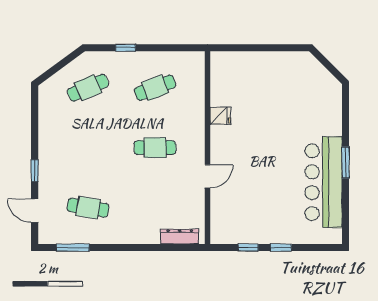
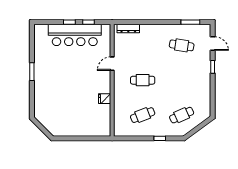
bar counter: (324, 182) -> (75, 35), moved, turned 90

